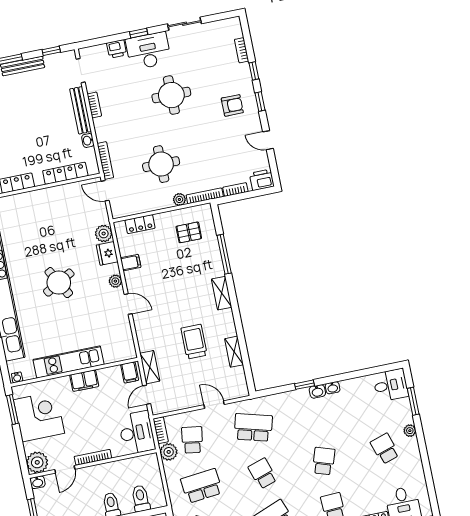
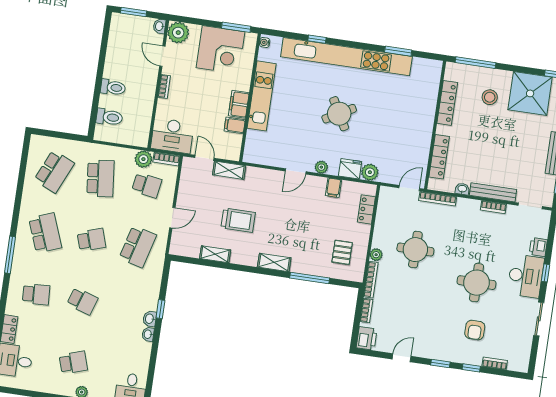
armchair: (232, 105) -> (475, 330), moved
filing cabinet: (130, 372) -> (235, 125), moved
bookcase: (93, 457) -> (164, 86), width x0.64

